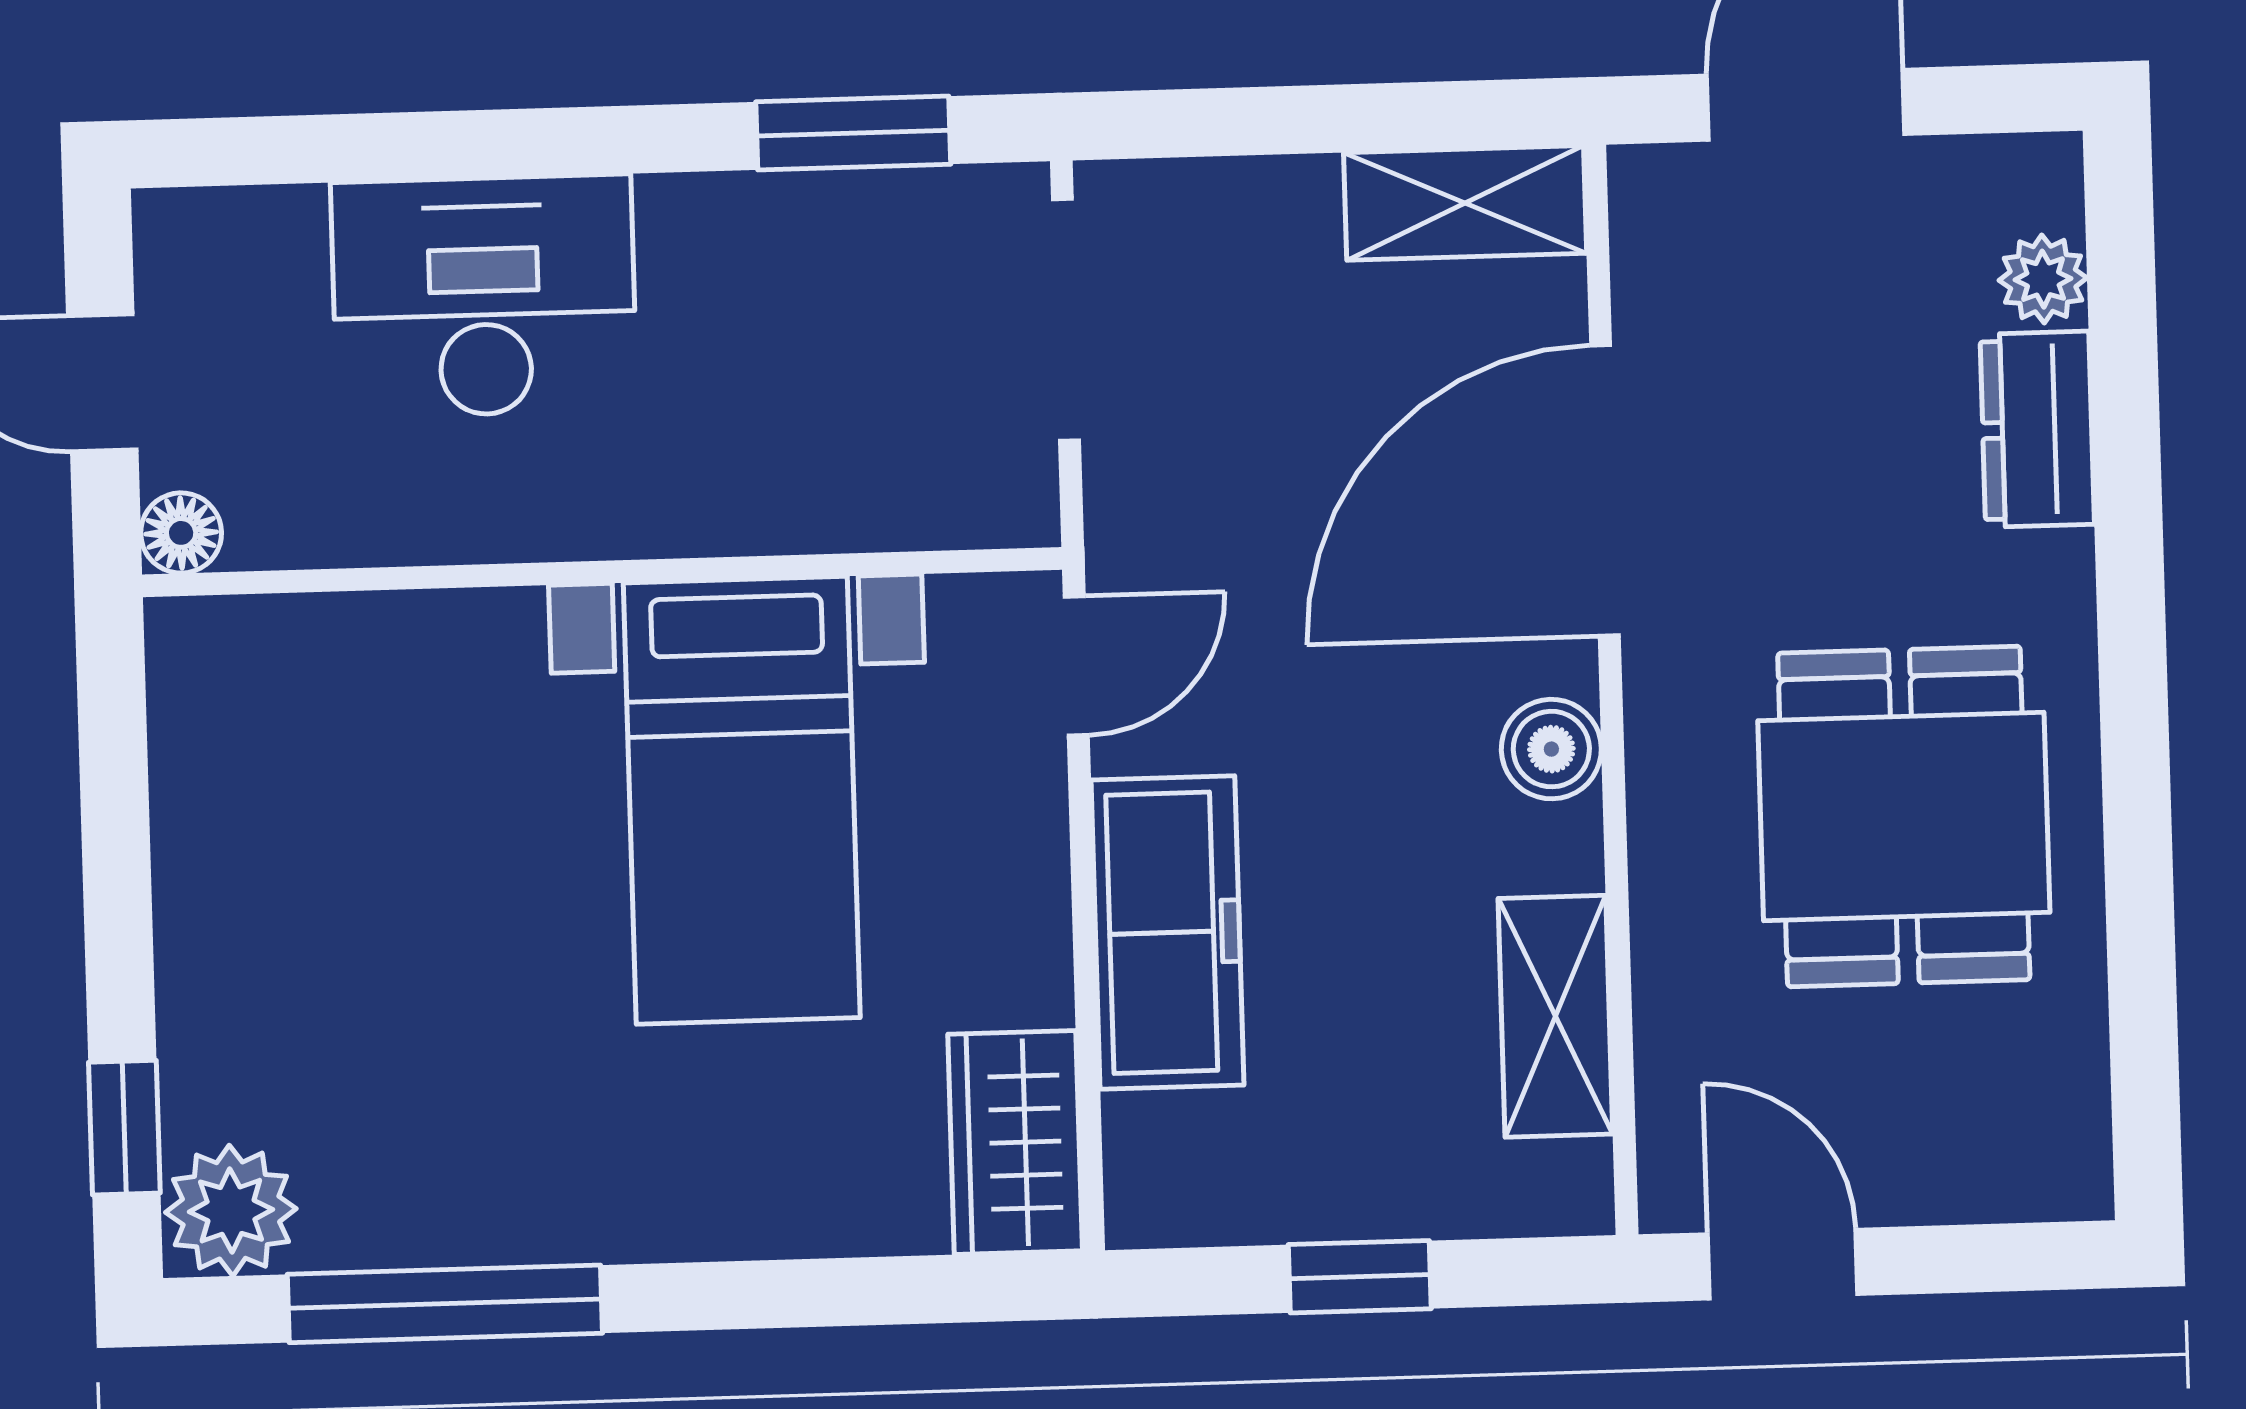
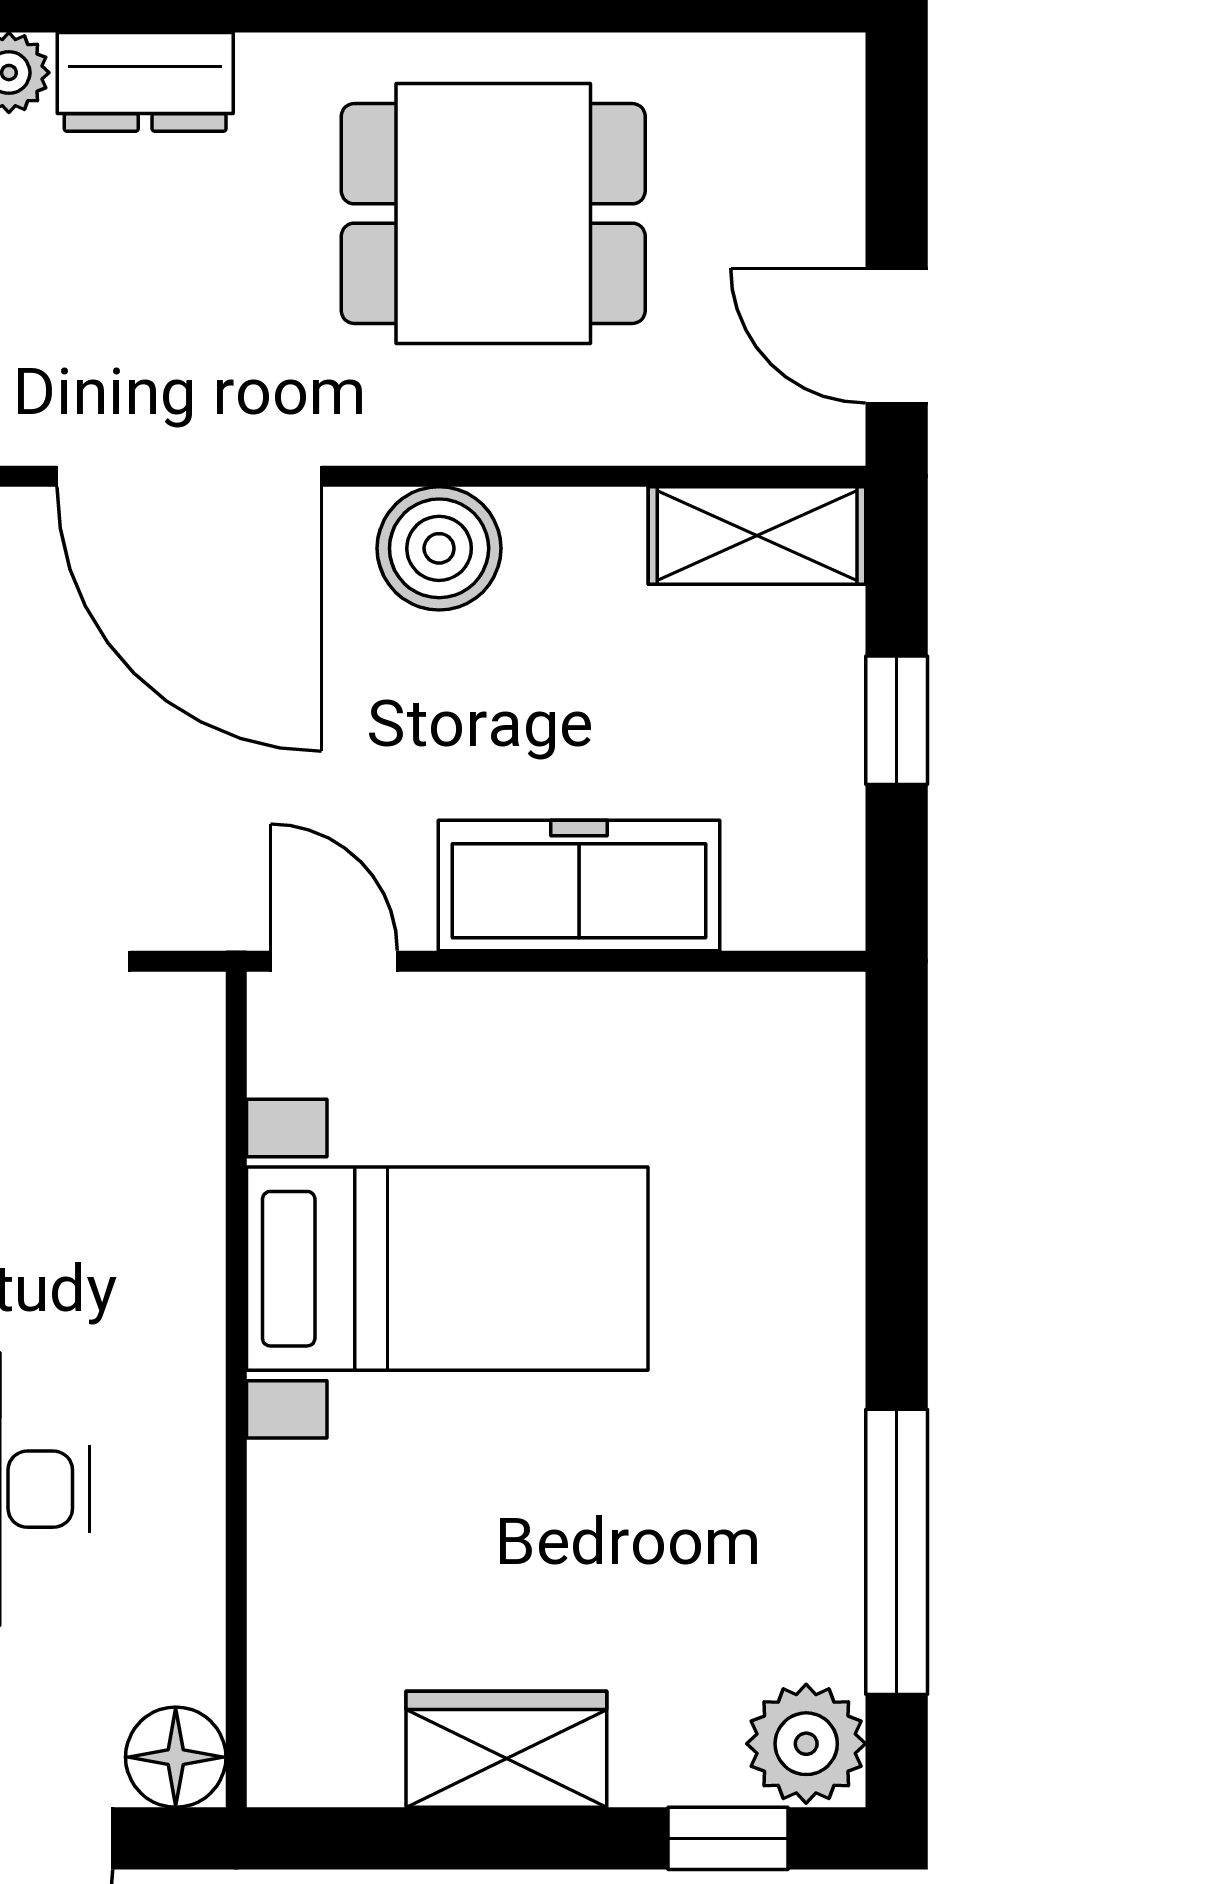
floor lamp: (181, 533) -> (176, 1757), width x1.37, depth x1.37
boiler: (1551, 749) -> (439, 548), width x1.36, depth x1.36
shelving: (1555, 1016) -> (757, 535), moved
wardrobe: (1015, 1143) -> (506, 1749), moved, turned 180
door: (1783, 1264) -> (897, 336), hinge flipped

